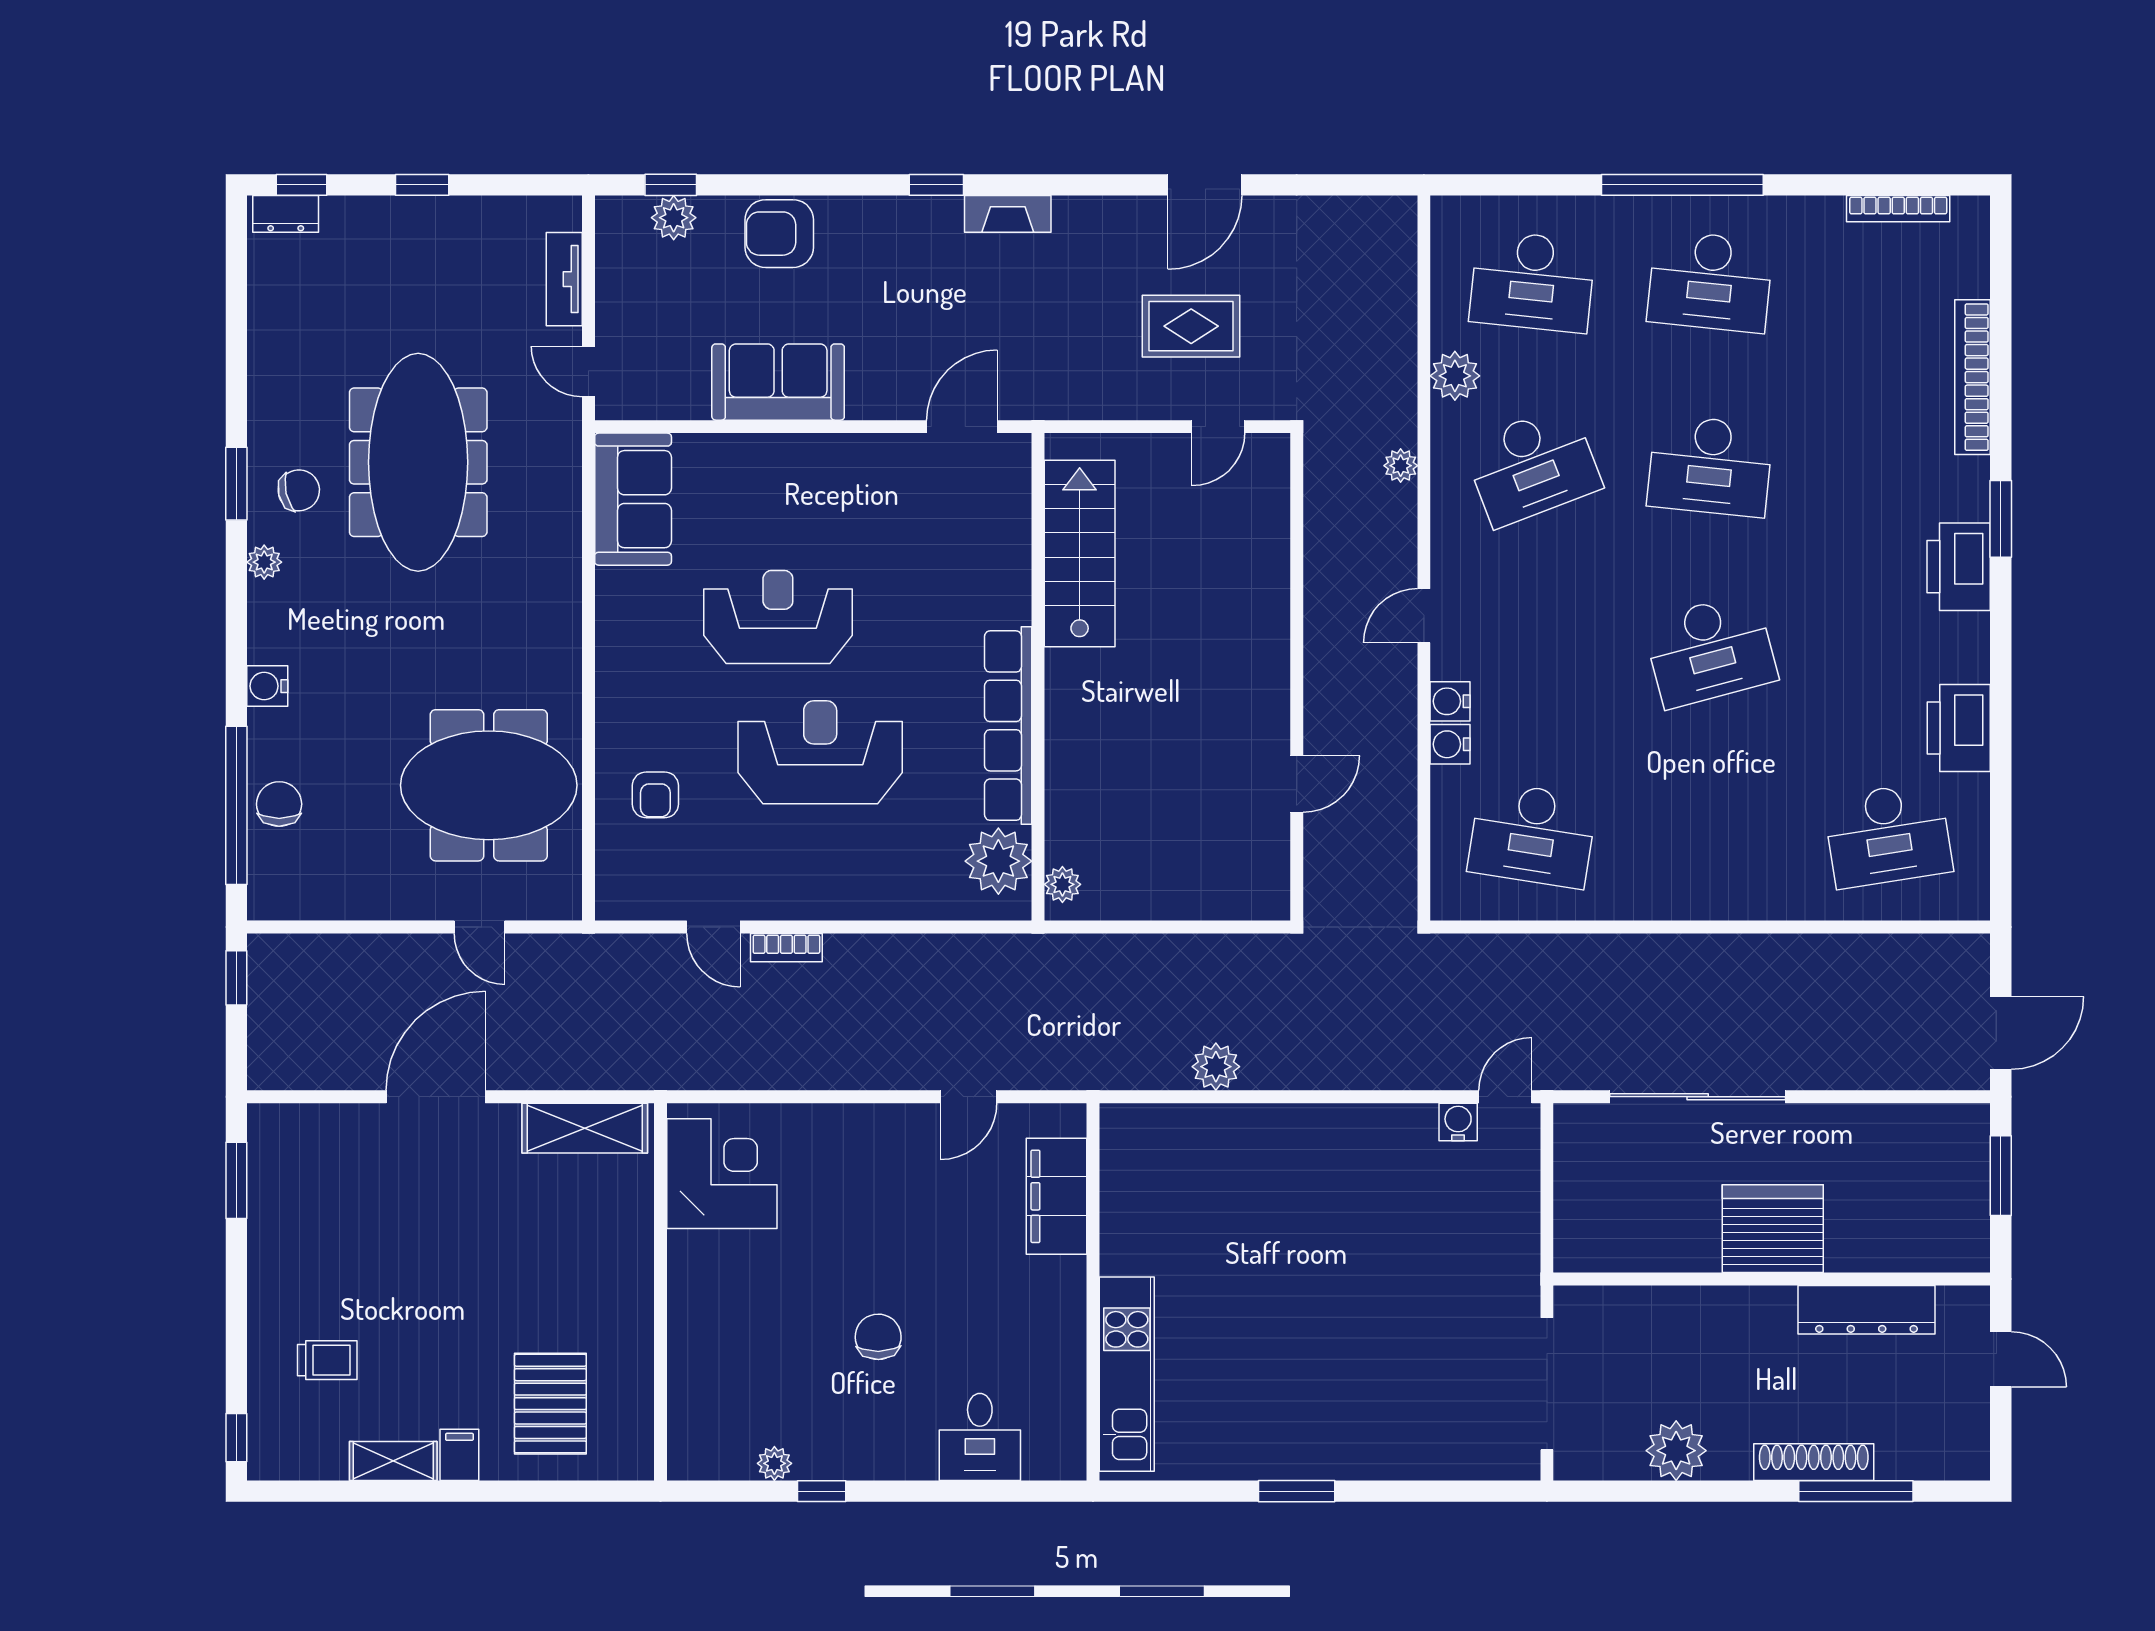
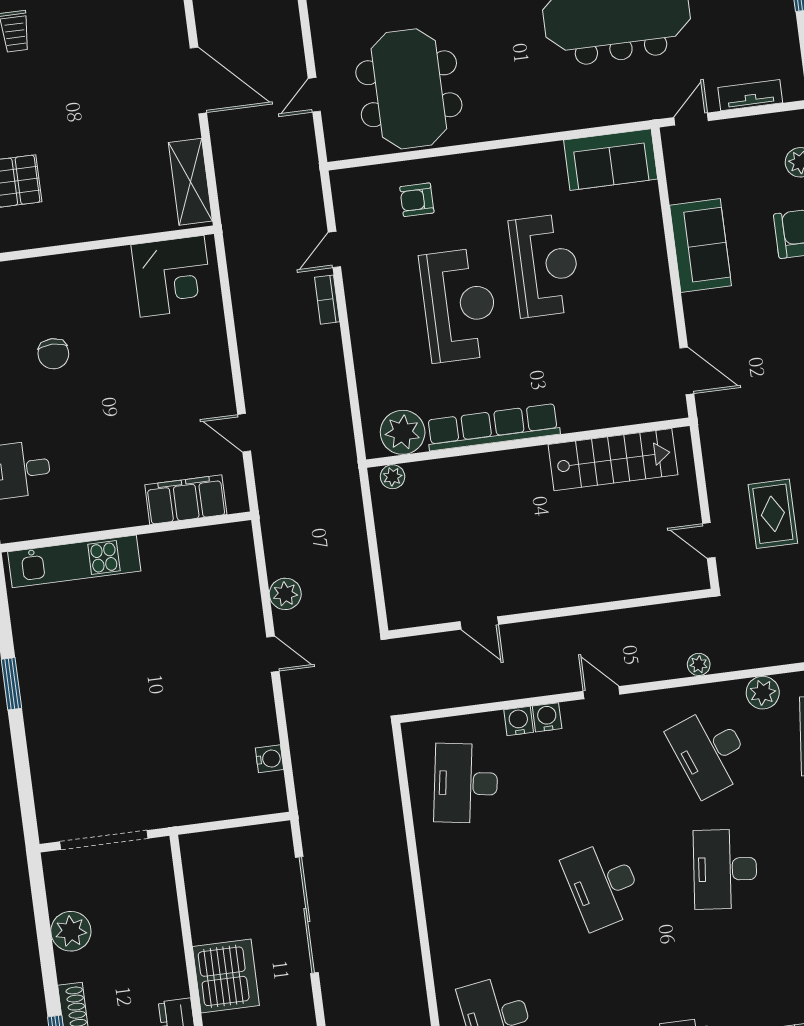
door: (1505, 1097) -> (273, 654), moved
chair: (878, 1337) -> (53, 354), moved, turned 91

